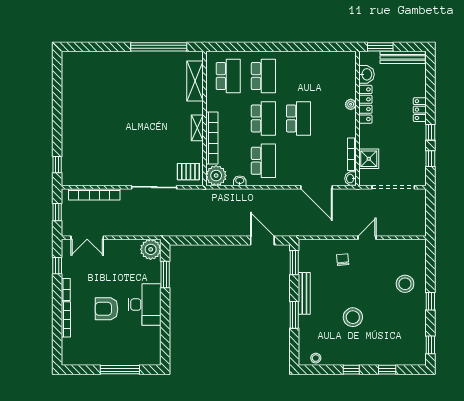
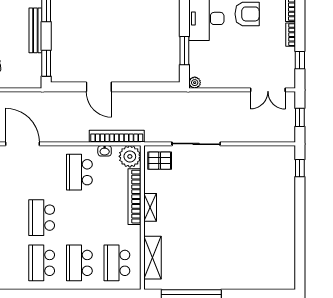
school desk: (263, 118) -> (42, 263), moved
bookcase: (94, 194) -> (117, 136), moved
double door: (87, 238) -> (268, 90), swing flipped
door: (262, 241) -> (99, 87), moved
plant: (151, 249) -> (195, 83), width x0.53, depth x0.53

